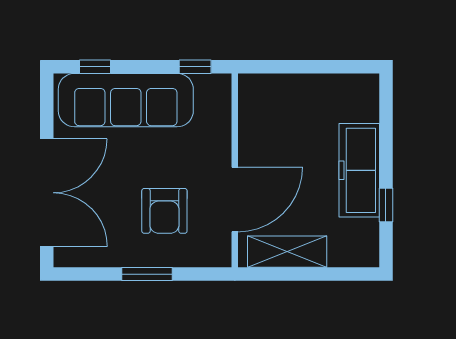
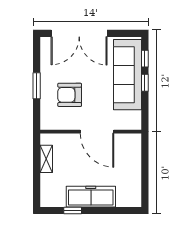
window: (195, 67) -> (145, 83), moved
door: (235, 199) -> (97, 132), moved
shelving: (287, 252) -> (46, 159), width x0.67, depth x0.75

